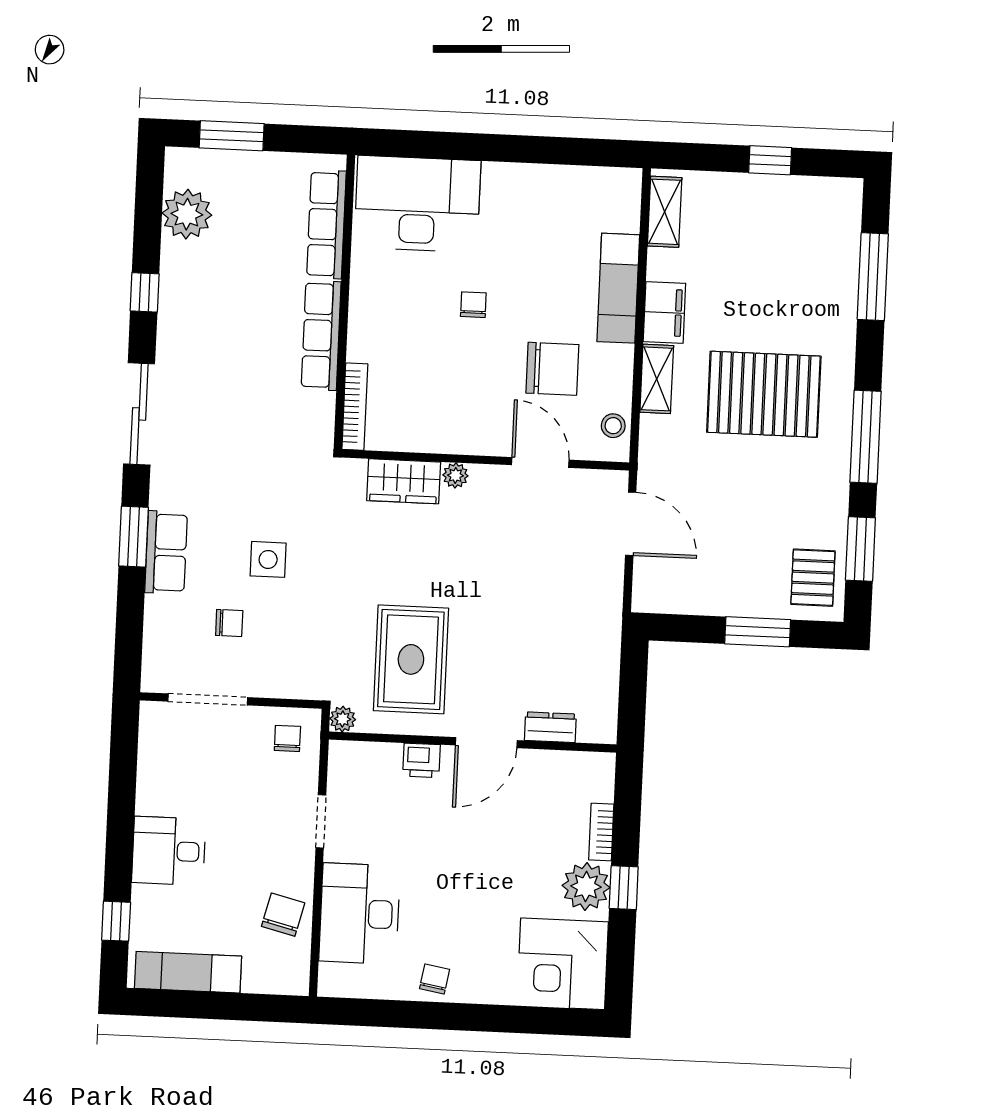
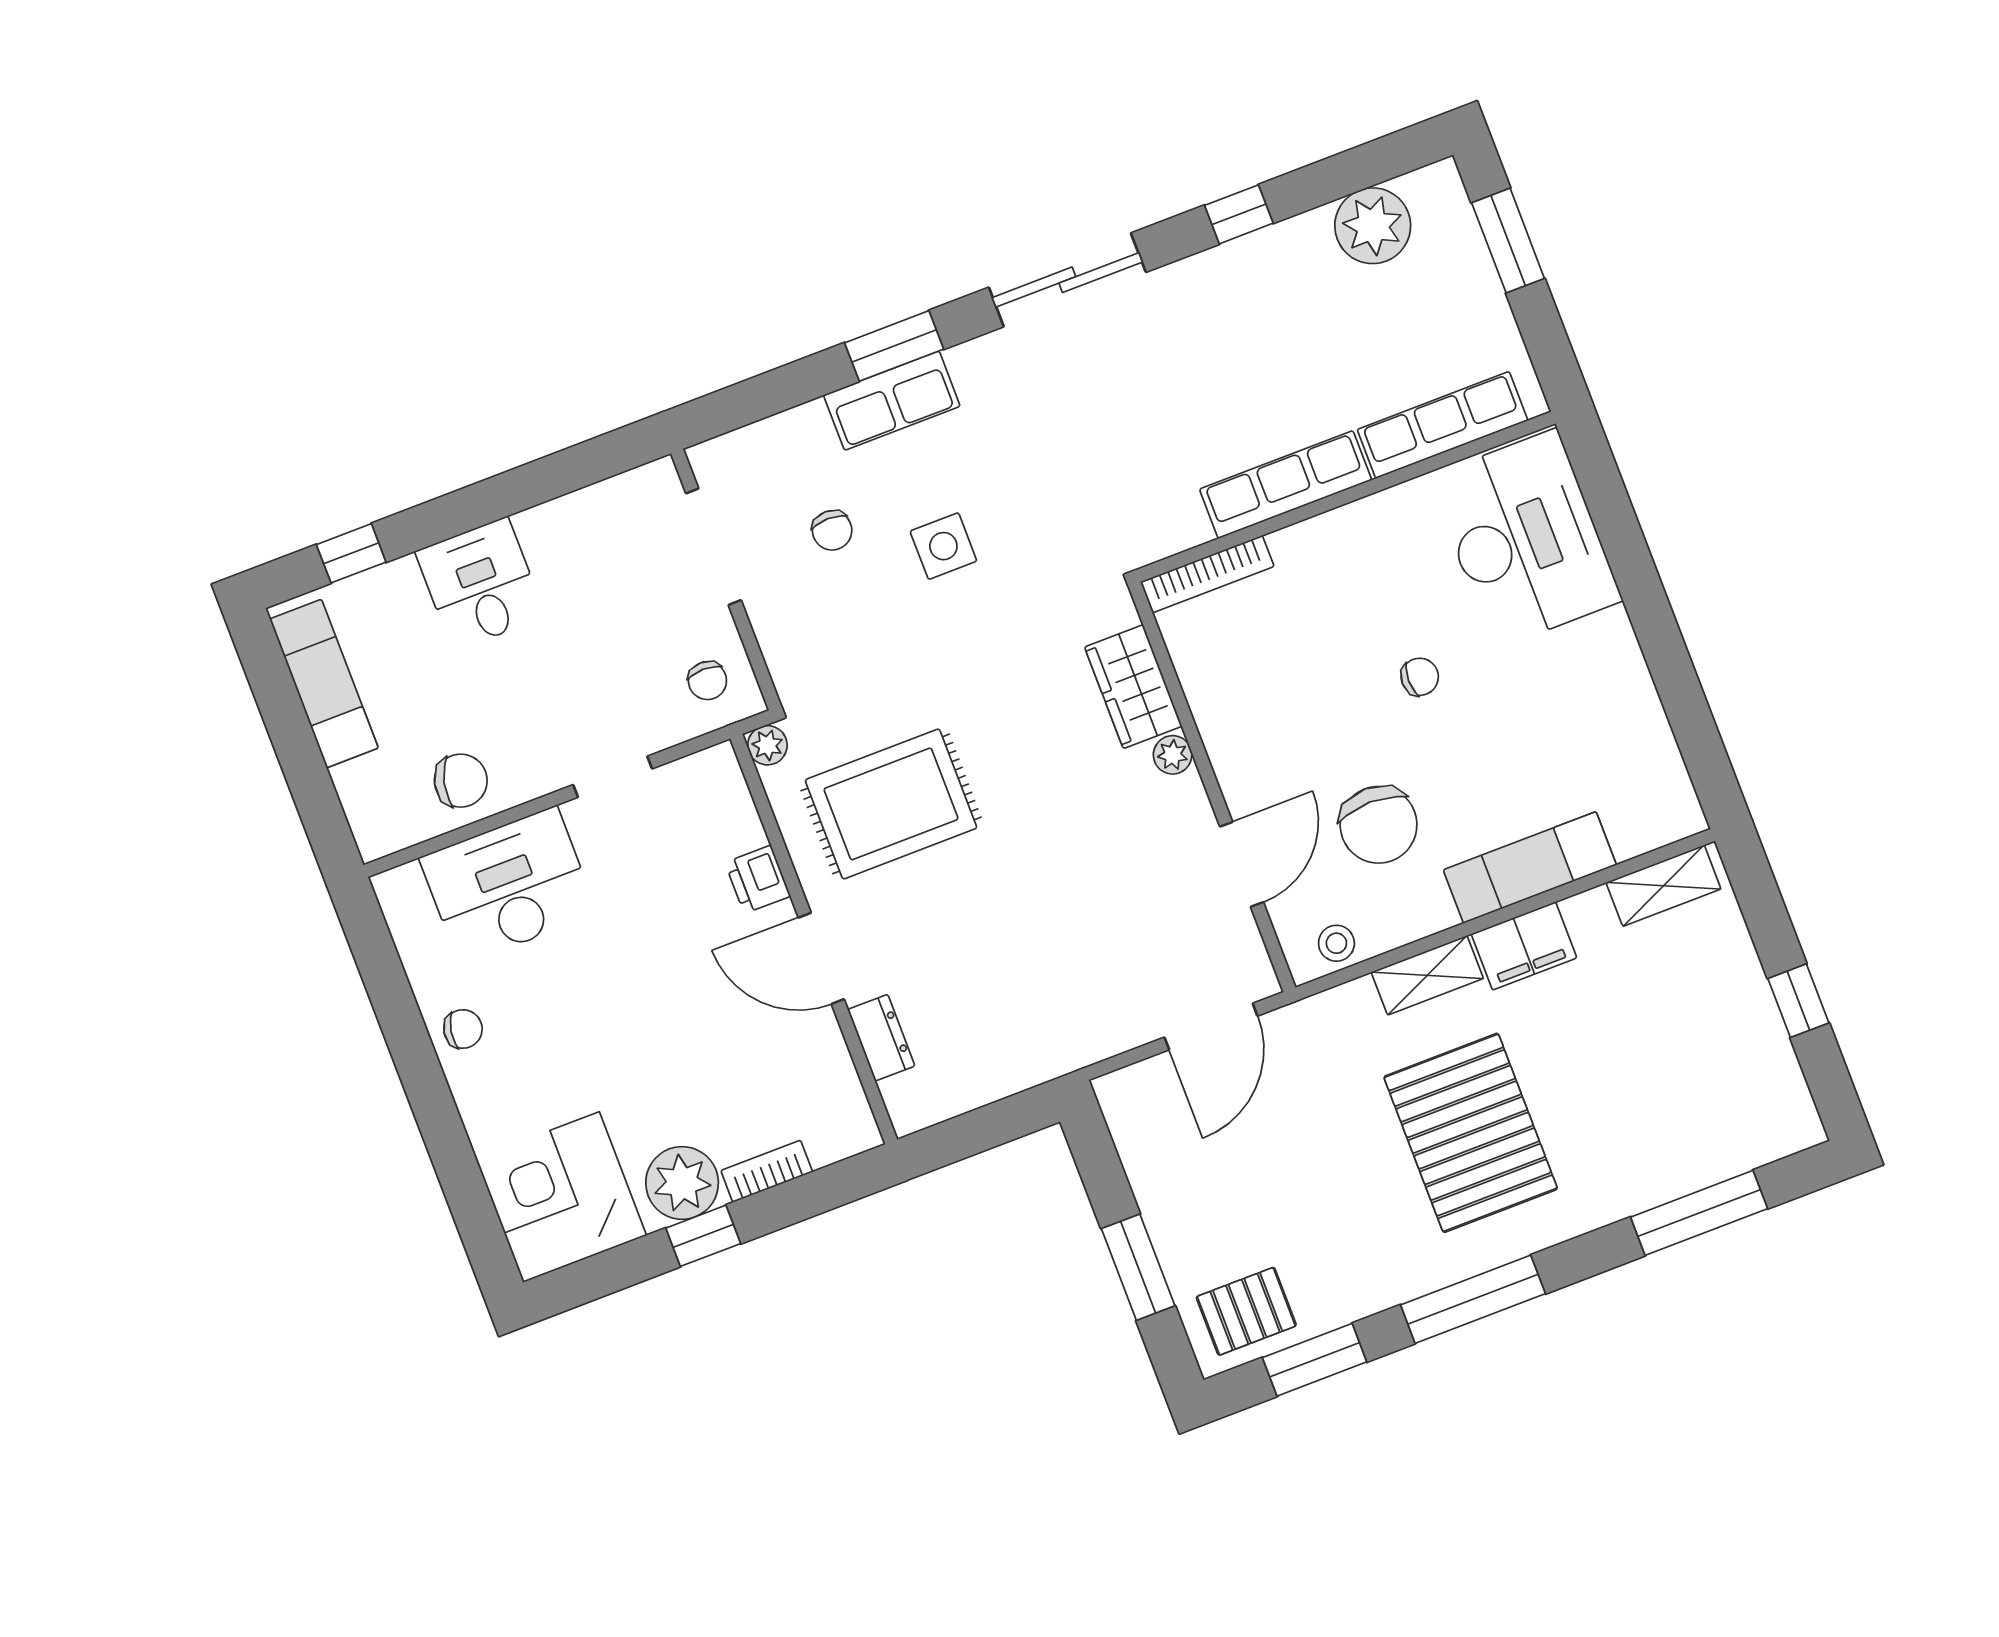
chair: (287, 738) -> (707, 681), turned 90

